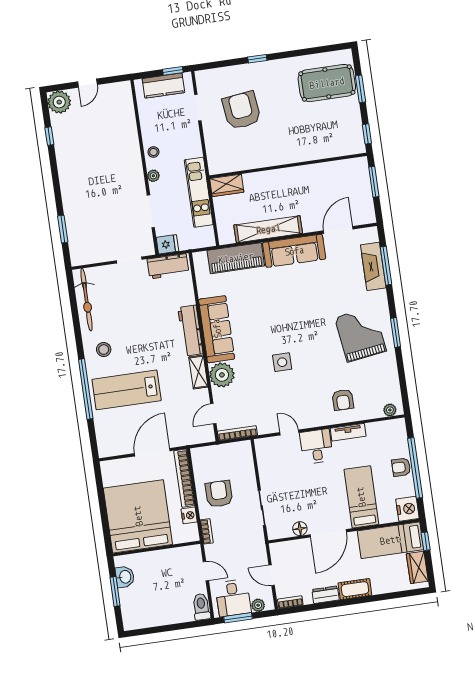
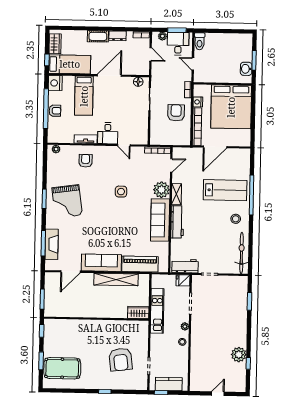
plant: (59, 102) -> (239, 355), moved
armchair: (219, 494) -> (176, 113), turned 180
floor lamp: (300, 529) -> (138, 82), moved

